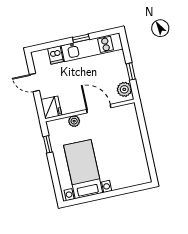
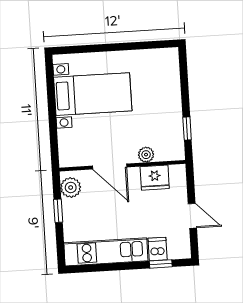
window: (81, 38) -> (161, 264), moved
fridge: (51, 107) -> (155, 178), moved, turned -90
bed with nightstands: (83, 169) -> (93, 94), moved, turned -90

